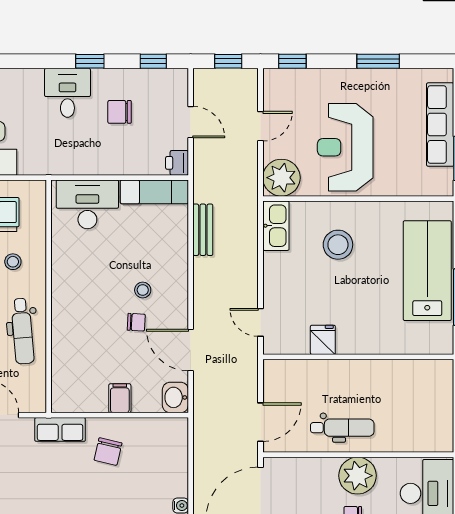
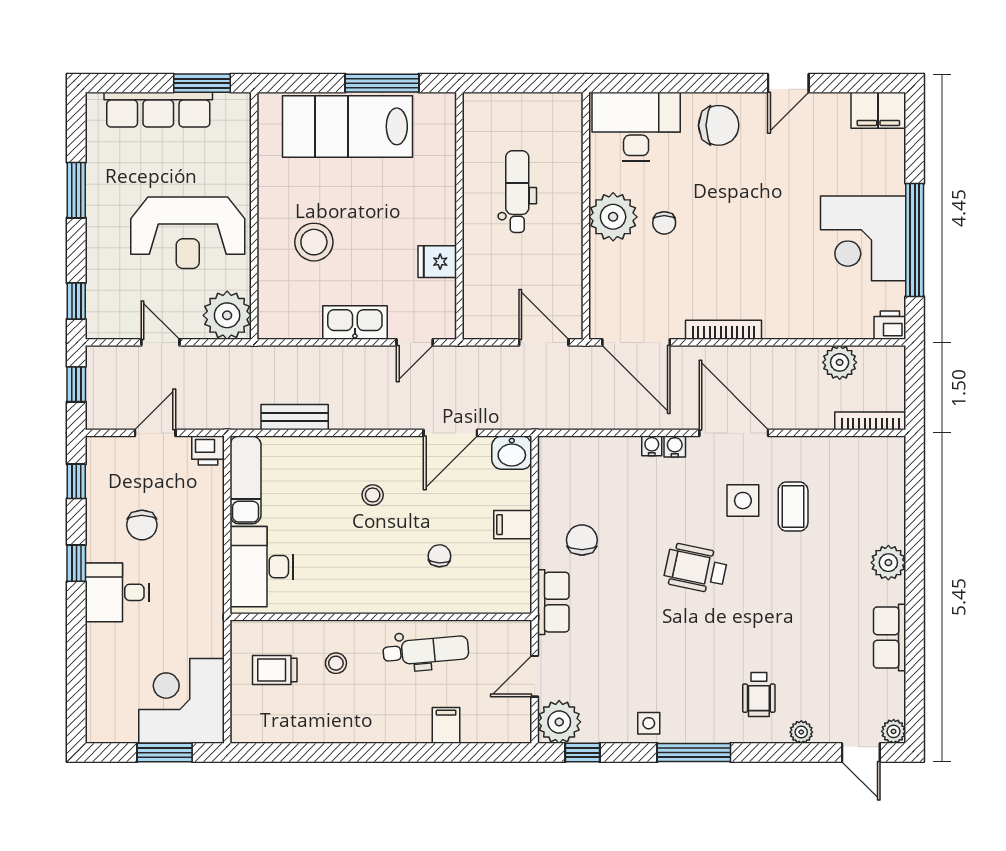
kitchen sink: (276, 226) -> (355, 322), moved
chair: (136, 322) -> (439, 556), moved
dental chair: (342, 428) -> (517, 192), moved
chair: (108, 452) -> (582, 540), turned -103

